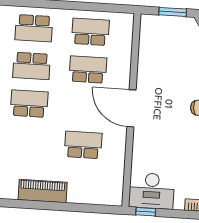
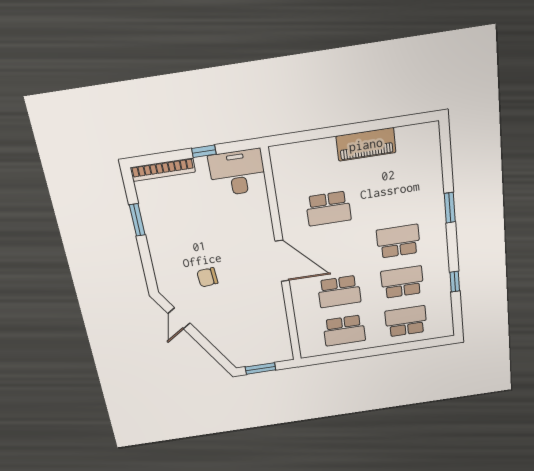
school desk: (29, 104) -> (398, 241), turned 180
window: (146, 212) -> (204, 151), moved

